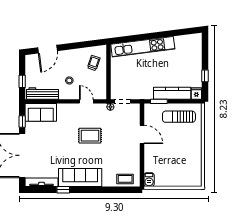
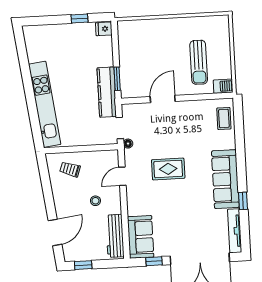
door: (48, 49) -> (55, 232), hinge flipped
window: (22, 81) -> (83, 265), moved
kitchen counter: (172, 93) -> (107, 92), moved
sun lounger: (179, 117) -> (199, 62), moved
rug: (90, 136) -> (168, 169), turned 90

